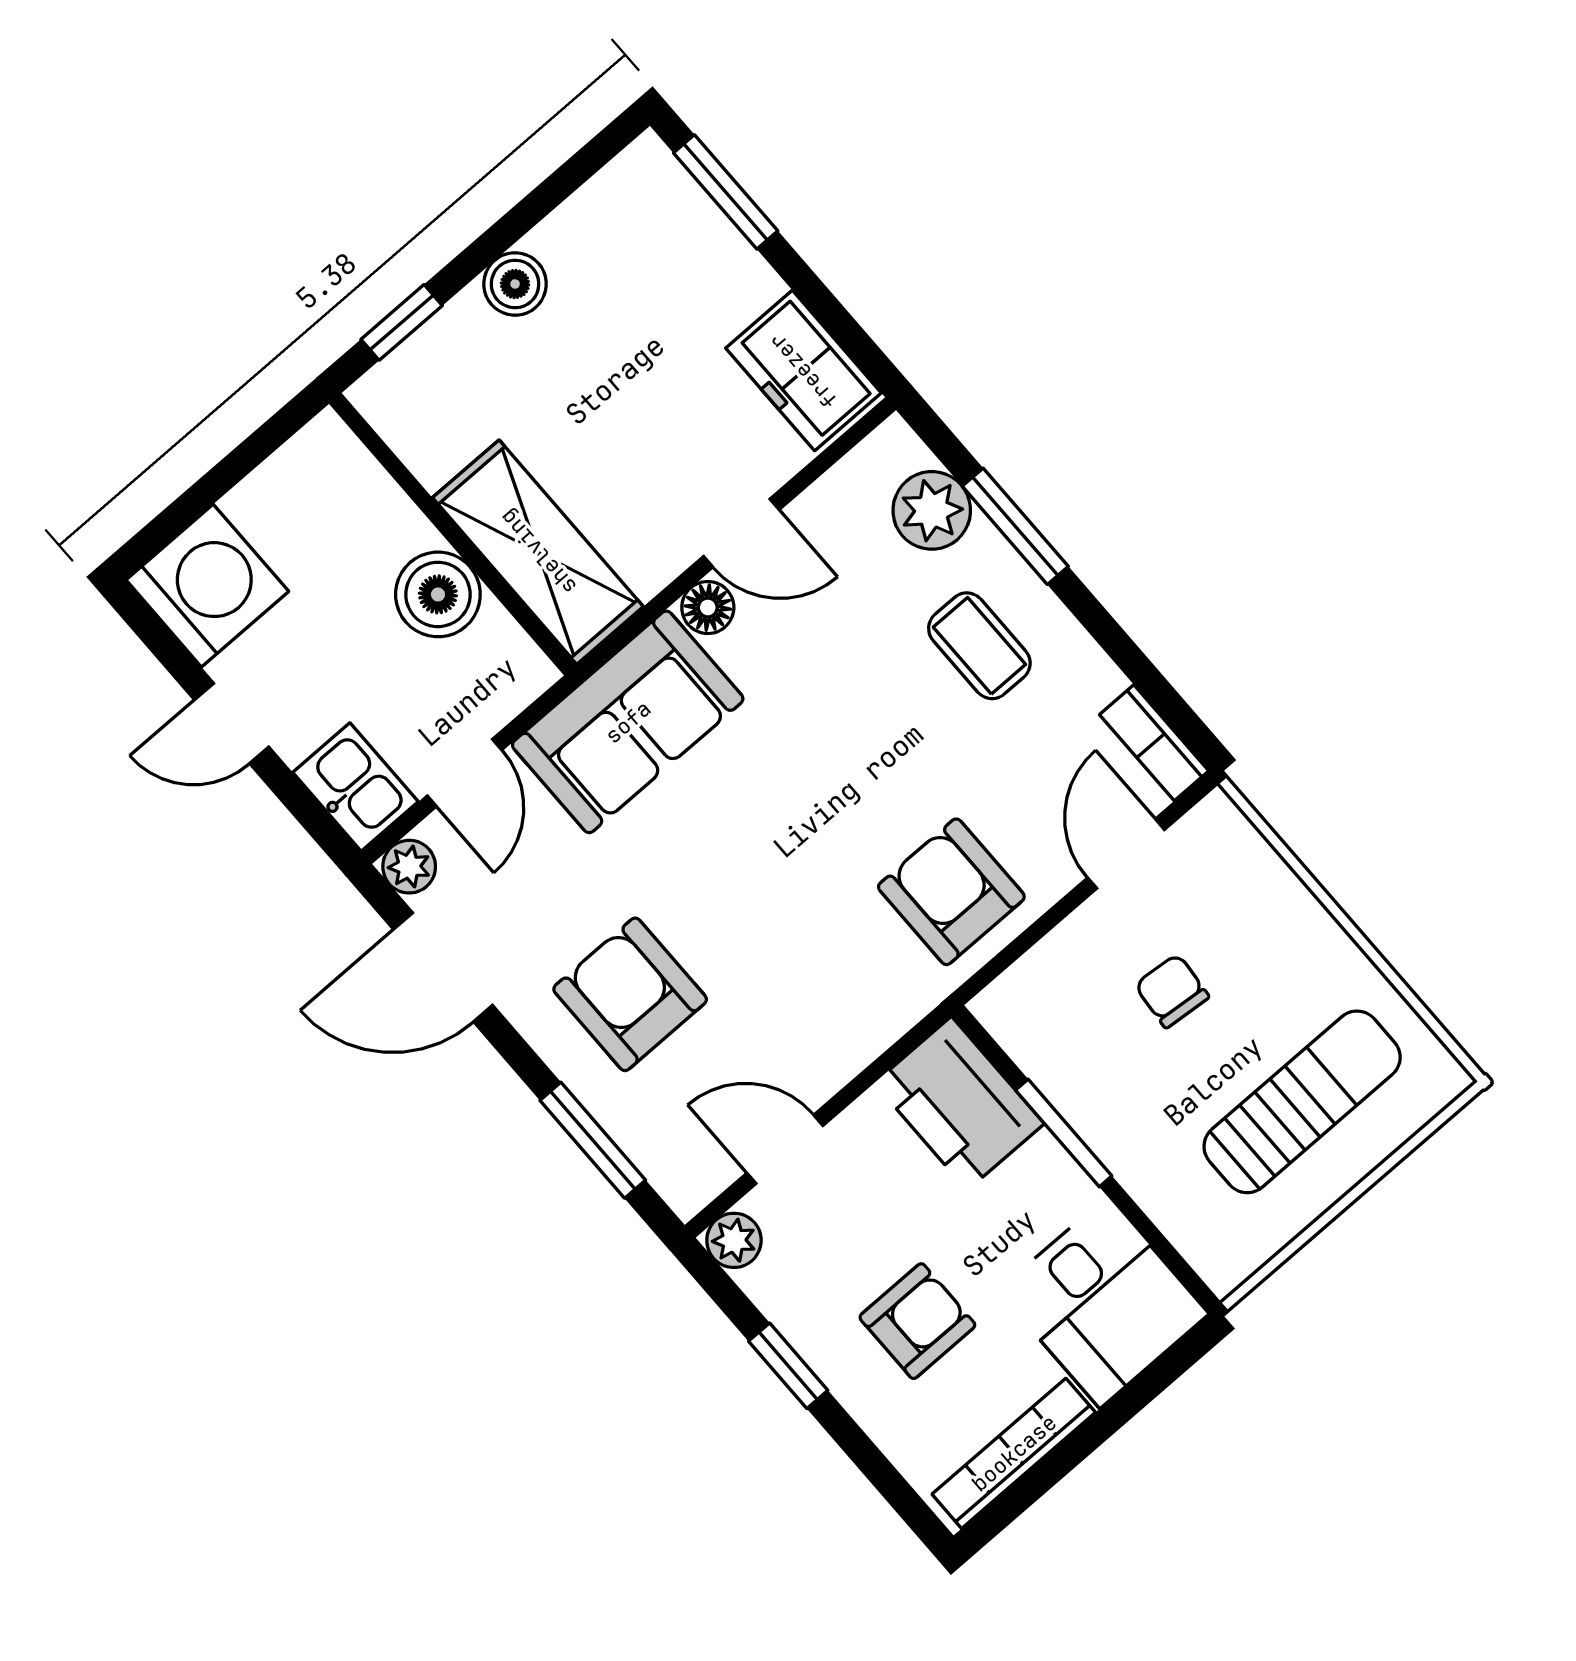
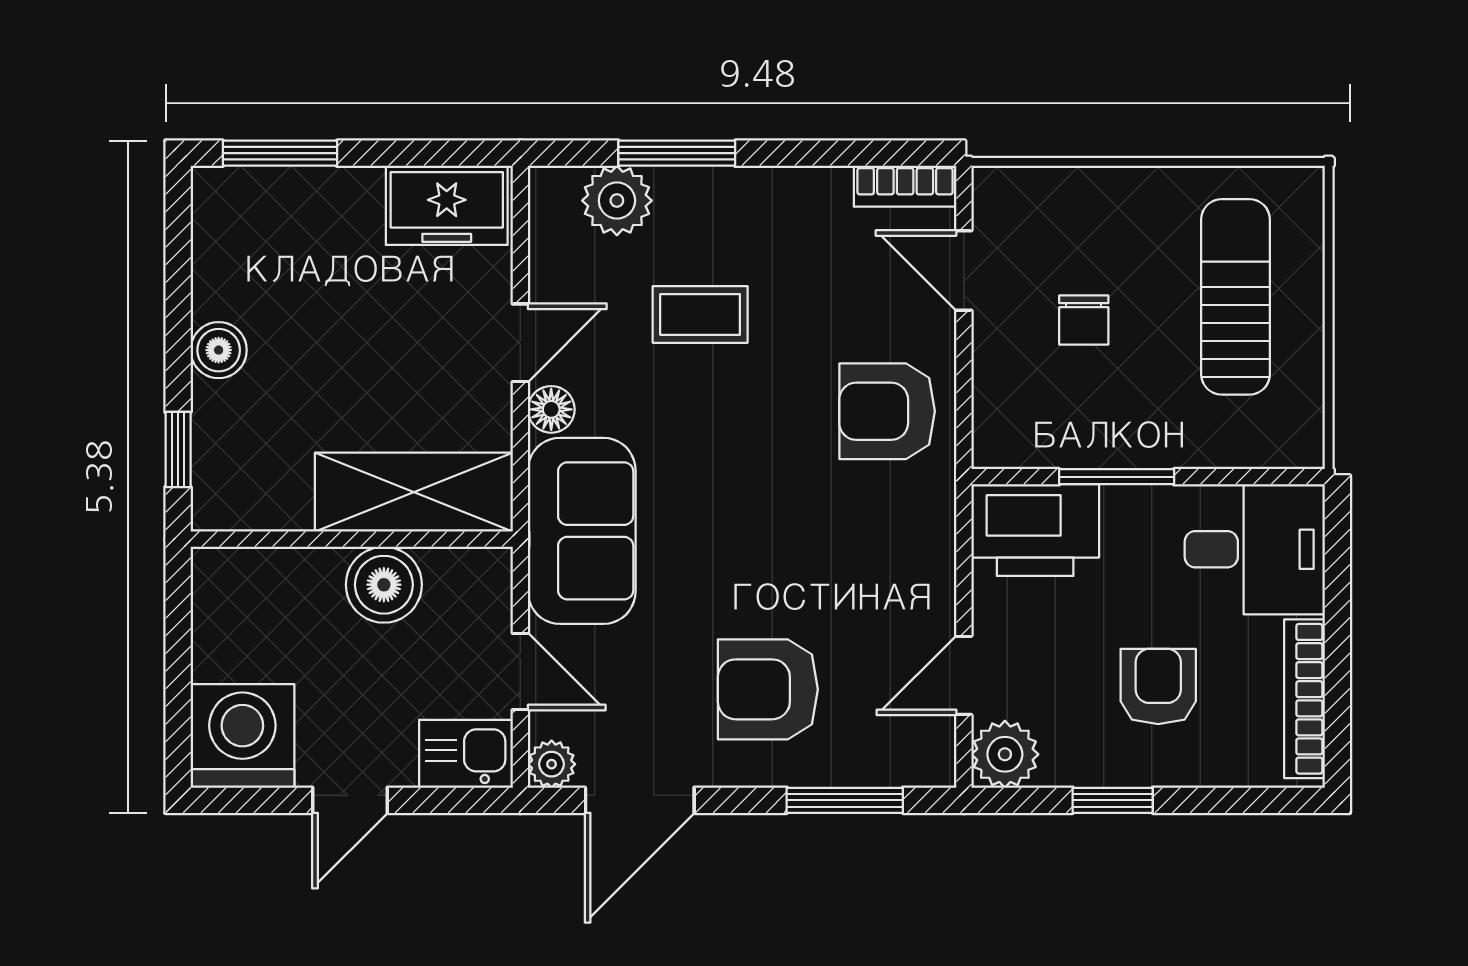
coffee table: (979, 646) -> (700, 314), moved
chair: (1172, 991) -> (1084, 320), turned -95
plant: (734, 1240) -> (1005, 754), width x1.38, depth x1.38

